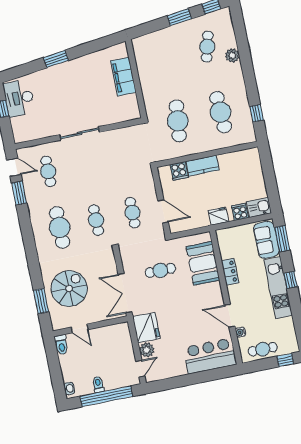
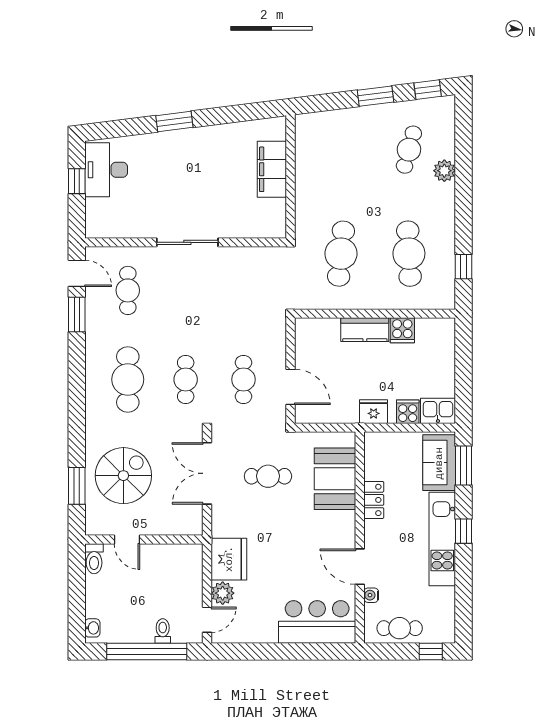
cooker: (179, 171) -> (402, 330), moved
double door: (125, 293) -> (207, 473), moved
toilet: (98, 385) -> (163, 631), moved

